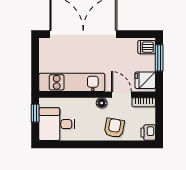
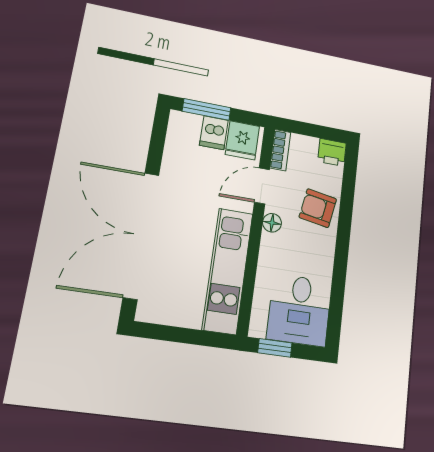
dishwasher: (147, 47) -> (214, 133), moved

